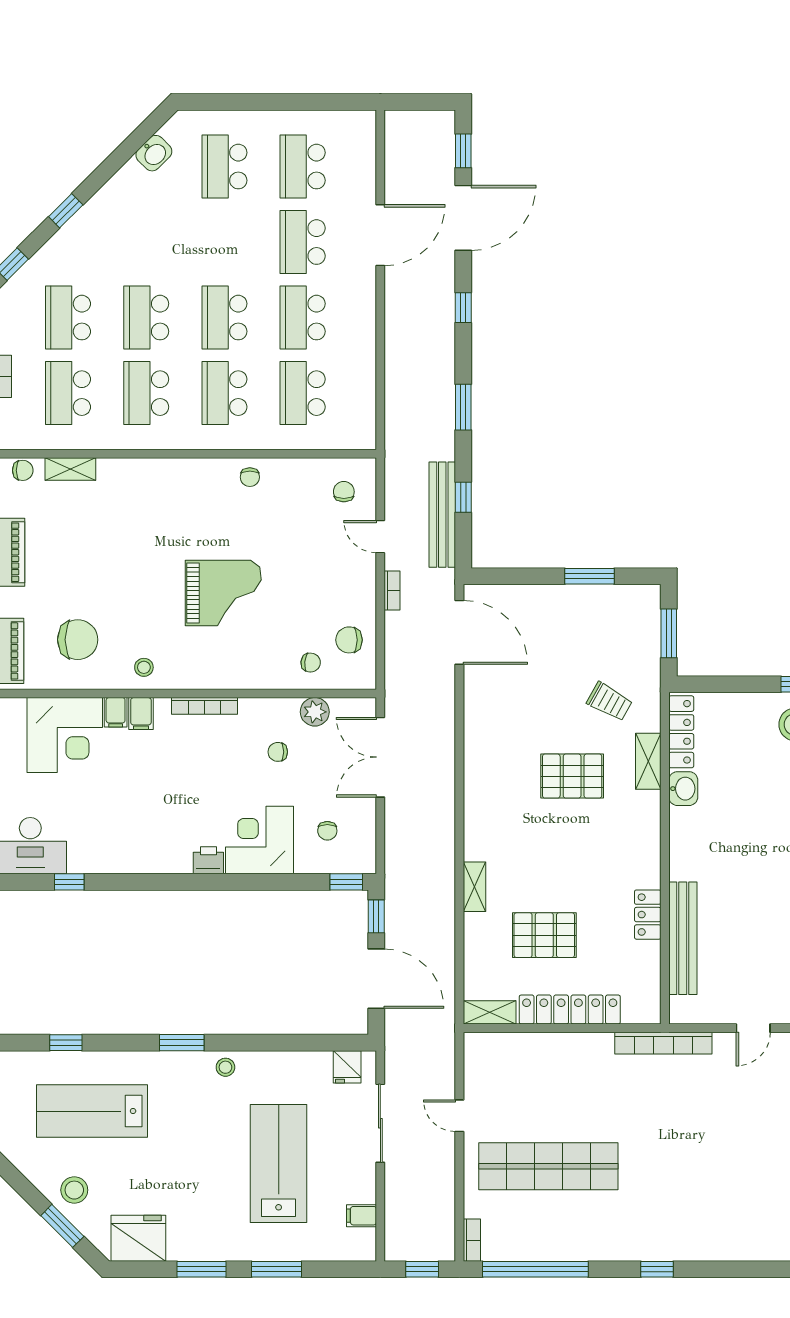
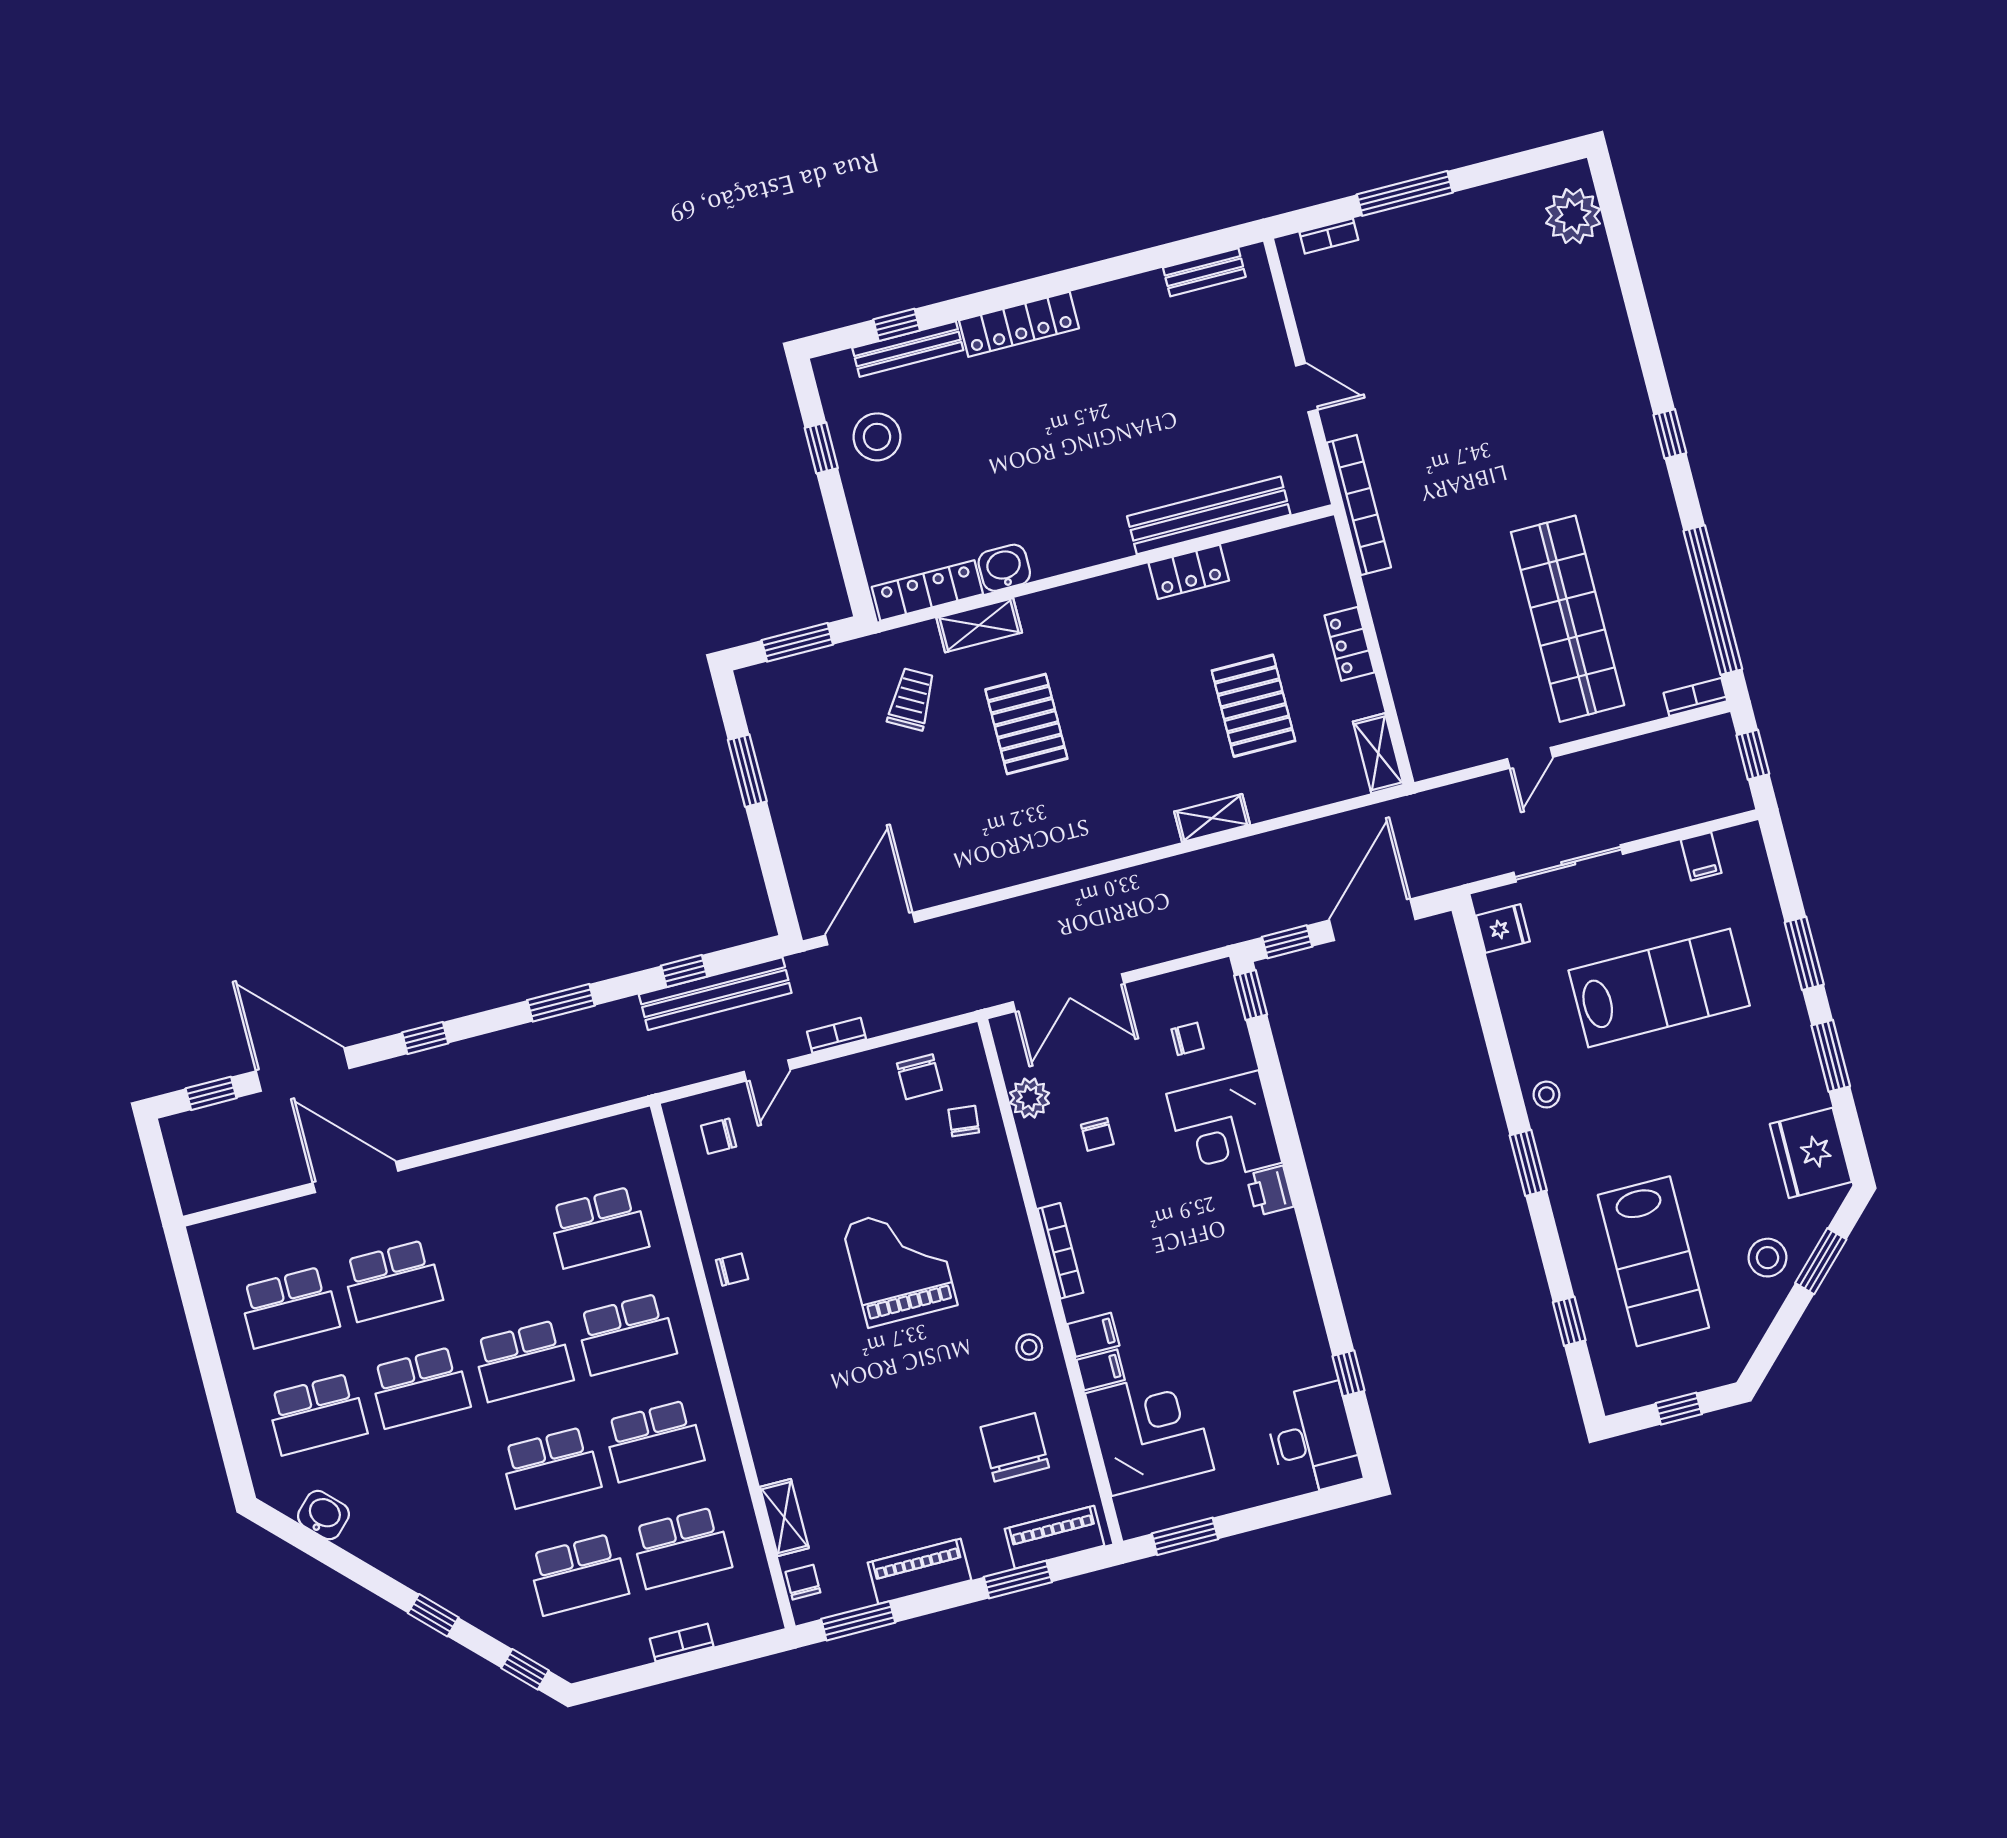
school desk: (303, 318) -> (420, 1387), moved
locker: (570, 1010) -> (1349, 644), width x0.46, depth x0.83
lab bench: (279, 1163) -> (1659, 988), turned 180

